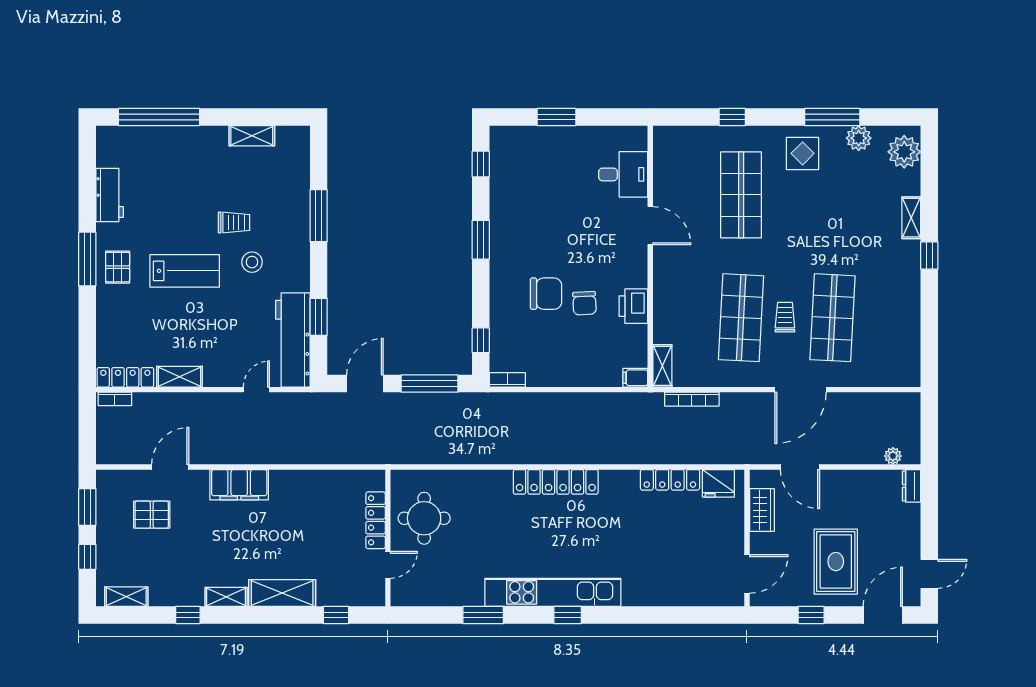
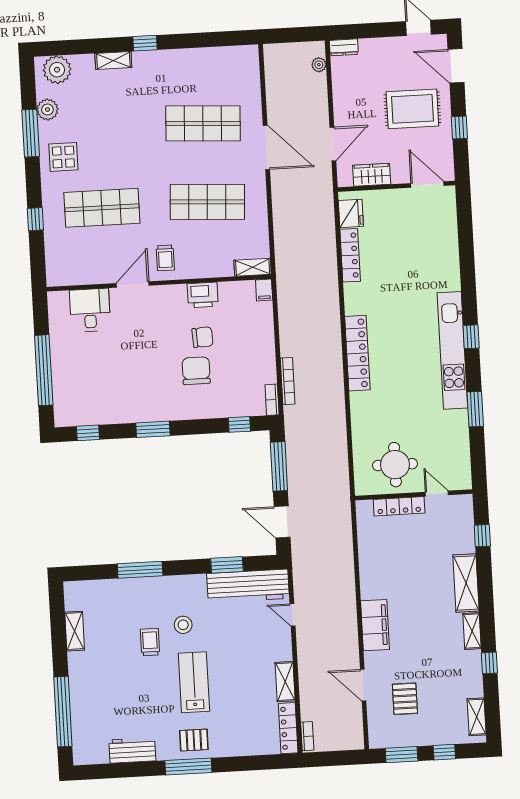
window: (556, 117) -> (44, 370), width x2.11
trolley: (785, 317) -> (165, 258), moved, turned -90
bookcase: (692, 399) -> (288, 381), moved

